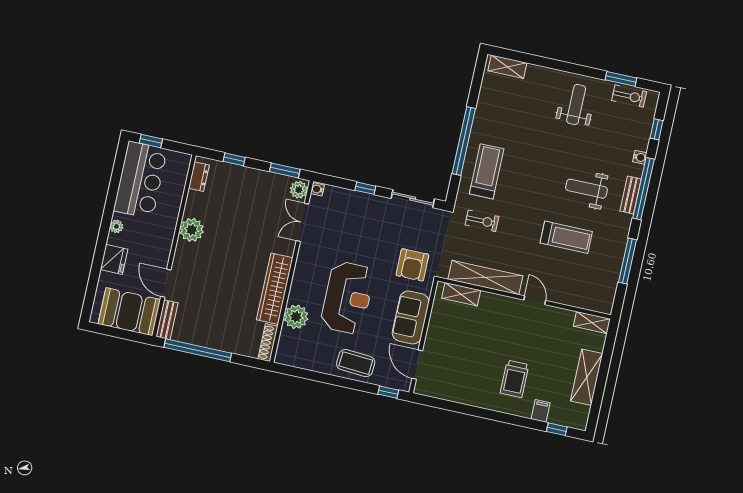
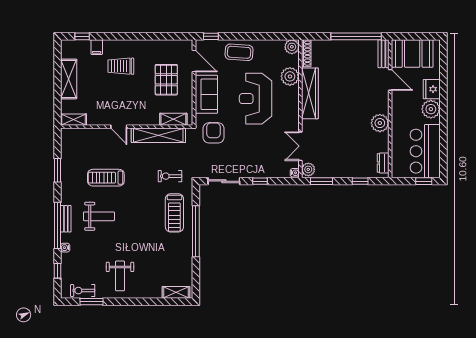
double door: (302, 222) -> (300, 146), swing flipped
plant: (116, 226) -> (431, 109), width x1.88, depth x1.88
window: (628, 261) -> (57, 170), width x0.69
pallet: (459, 348) -> (166, 80), added
plant: (285, 355) -> (292, 47), added
trolley: (515, 379) -> (121, 66), turned -90

